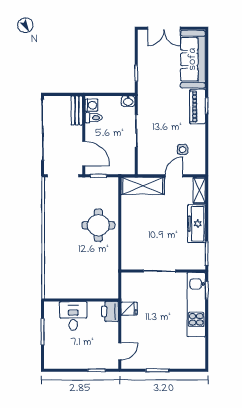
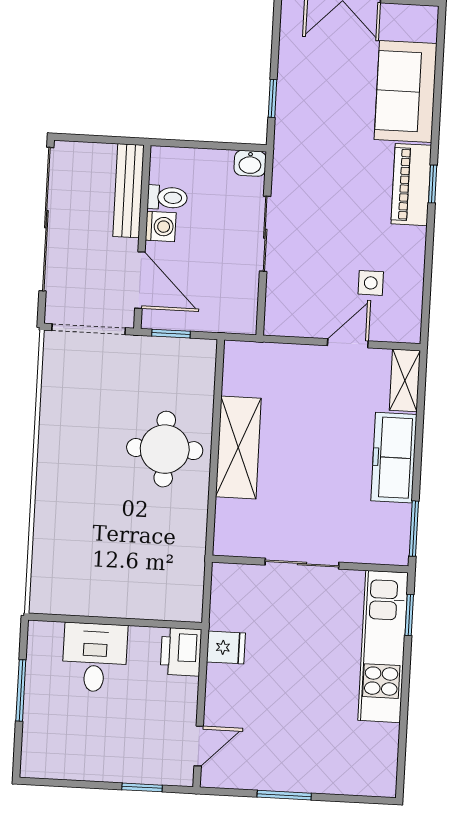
sofa: (193, 59) -> (406, 92), width x0.73
washing machine: (91, 105) -> (161, 226), moved
bench: (77, 110) -> (128, 191), width x1.36
shelving: (143, 186) -> (238, 447), moved, turned 90

